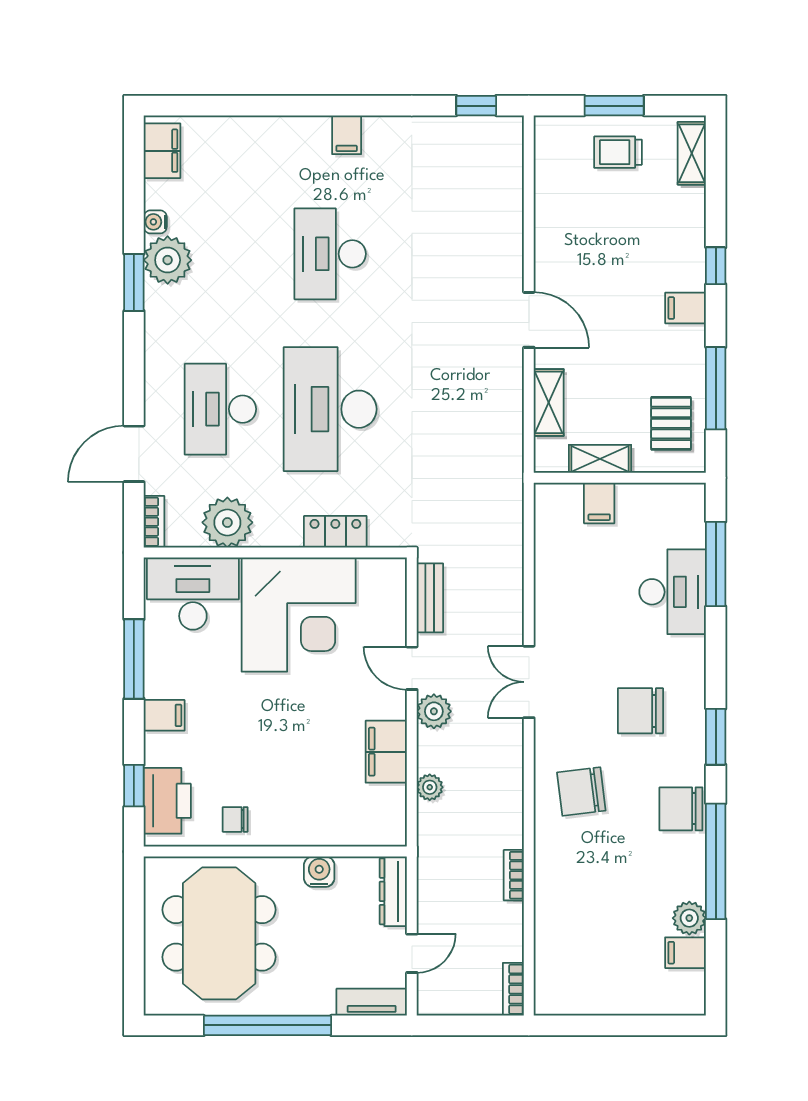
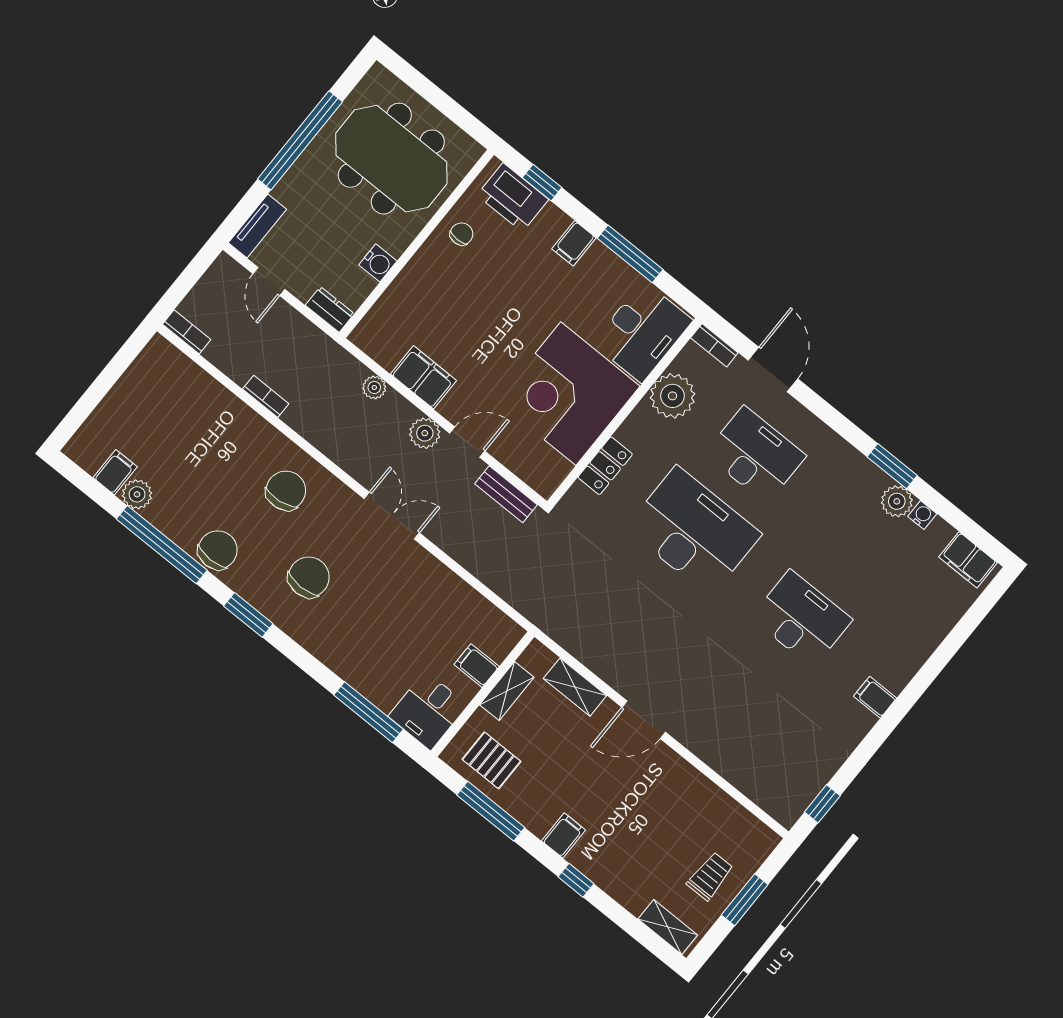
plant: (168, 260) -> (897, 501), width x0.73, depth x0.73
desk: (673, 592) -> (428, 711), moved, width x0.73
dresser: (393, 891) -> (330, 309), width x0.70

